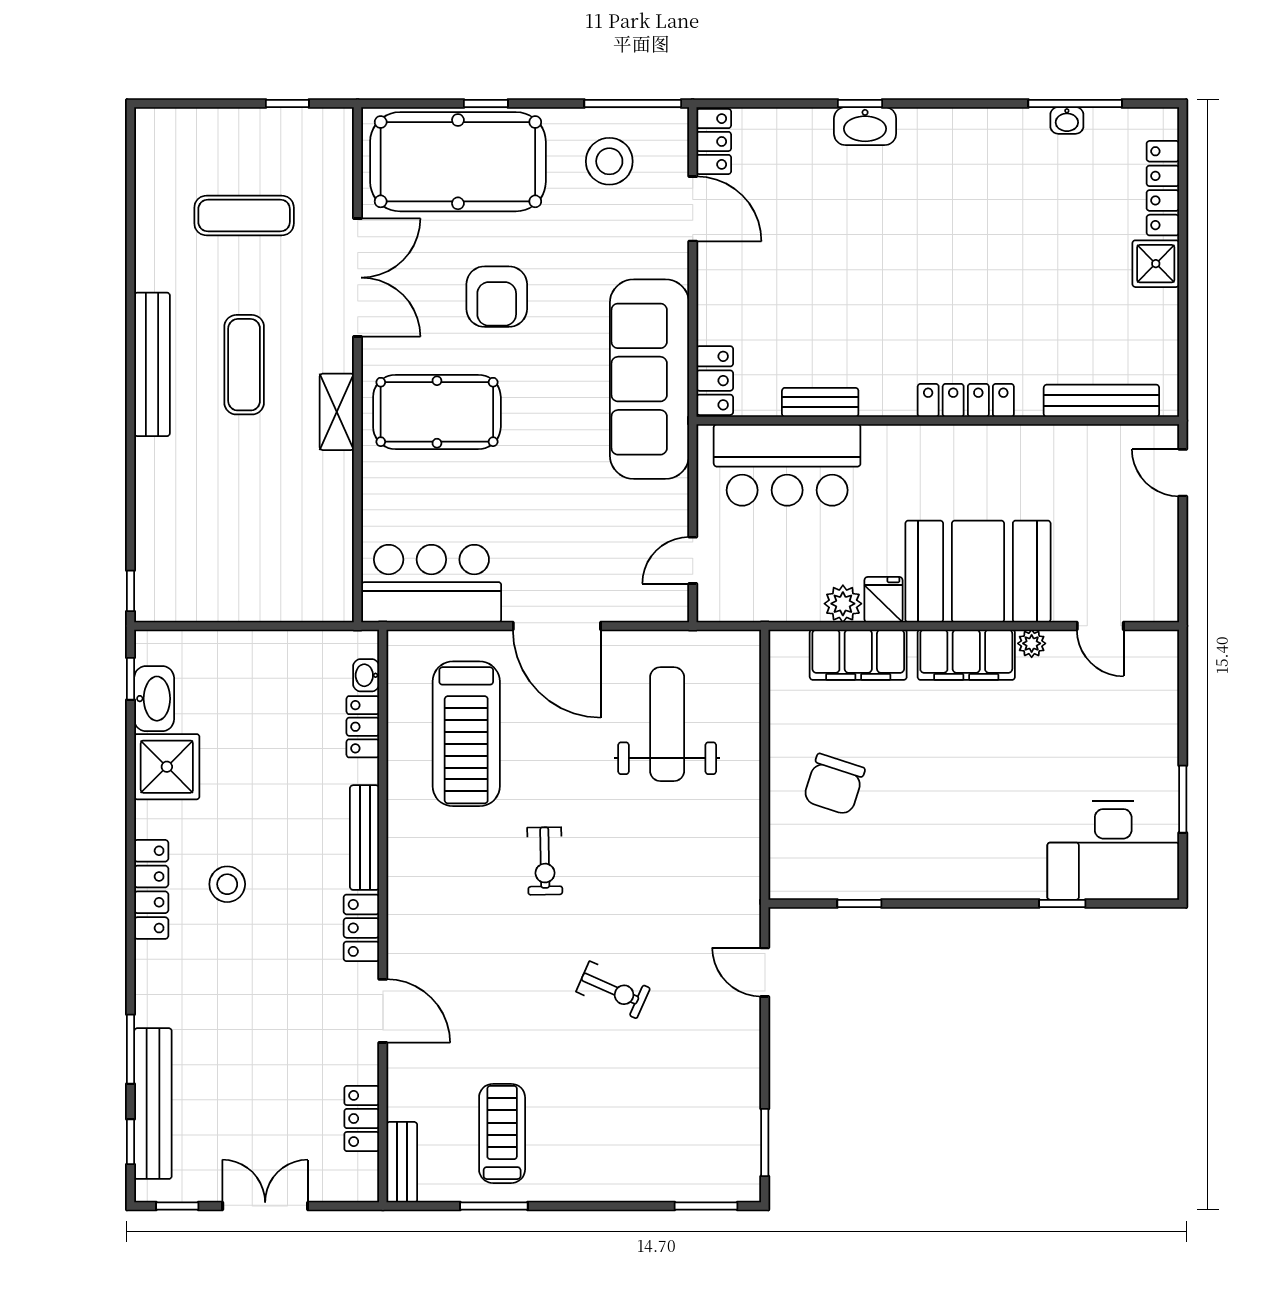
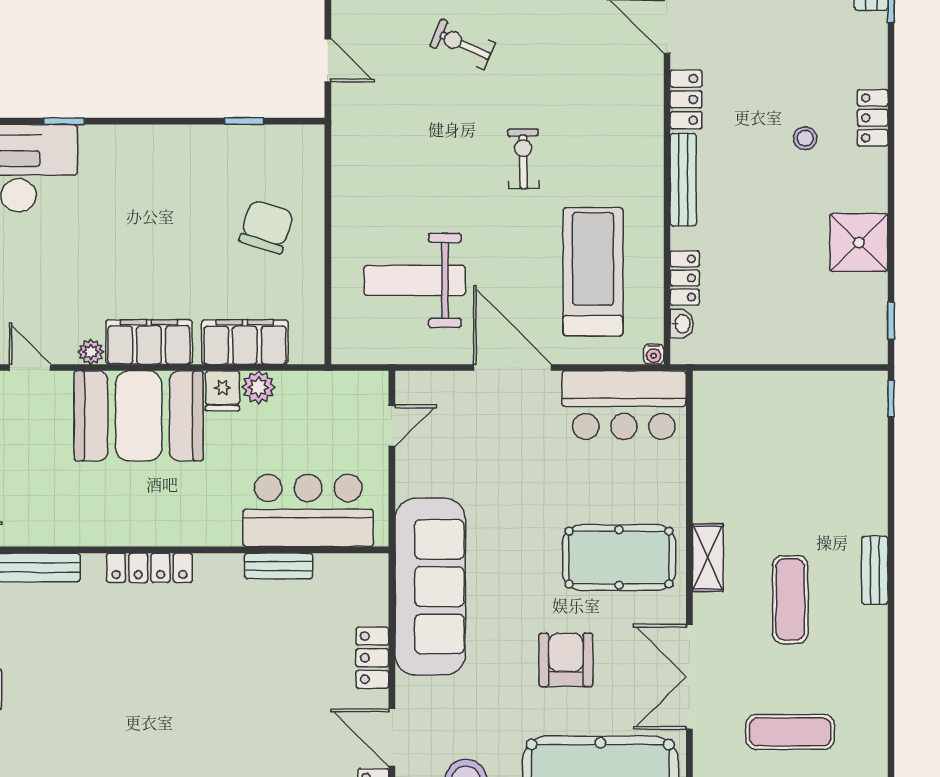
bench: (152, 364) -> (875, 570), width x0.54, depth x0.82
locker: (715, 381) -> (372, 658), moved
water cooler: (398, 641) -> (654, 354), added
washbasin: (154, 699) -> (870, 303), removed
weight bench: (667, 724) -> (415, 280), turned 90
stool: (227, 884) -> (805, 138), width x0.73, depth x0.73
locker: (151, 889) -> (873, 118), width x0.66

